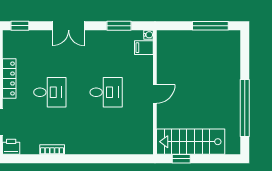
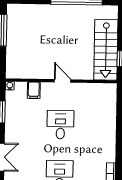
filing cabinet: (144, 48) -> (34, 90), moved

